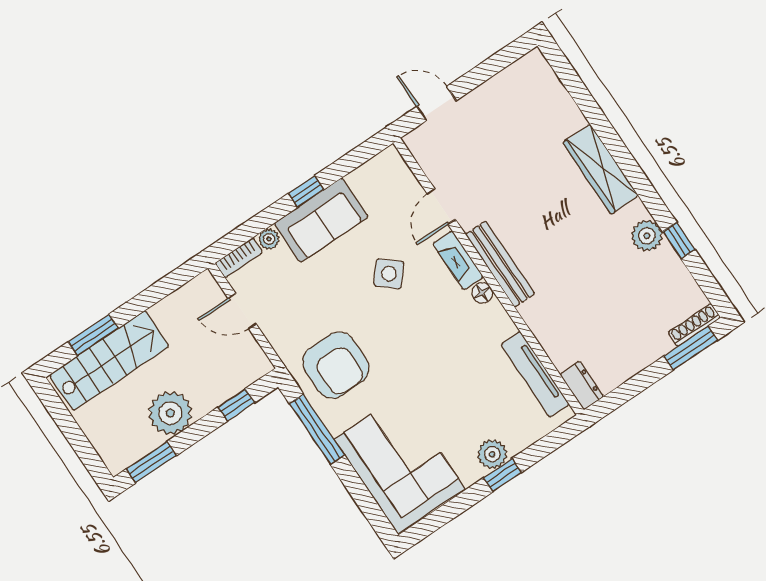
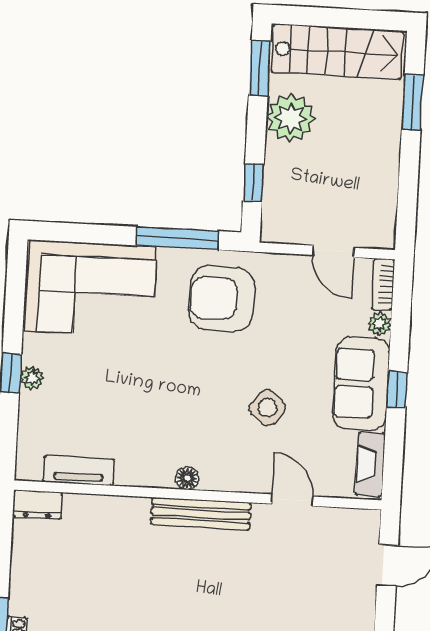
fireplace: (458, 260) -> (370, 464), moved, turned -90
door: (242, 311) -> (333, 251), swing flipped
stairs: (109, 361) -> (337, 52), moved, turned -90
tv unit: (535, 374) -> (79, 470), width x0.71
plant: (492, 454) -> (32, 378), width x0.73, depth x0.73

